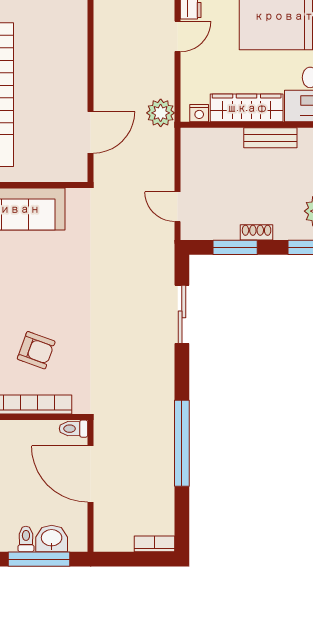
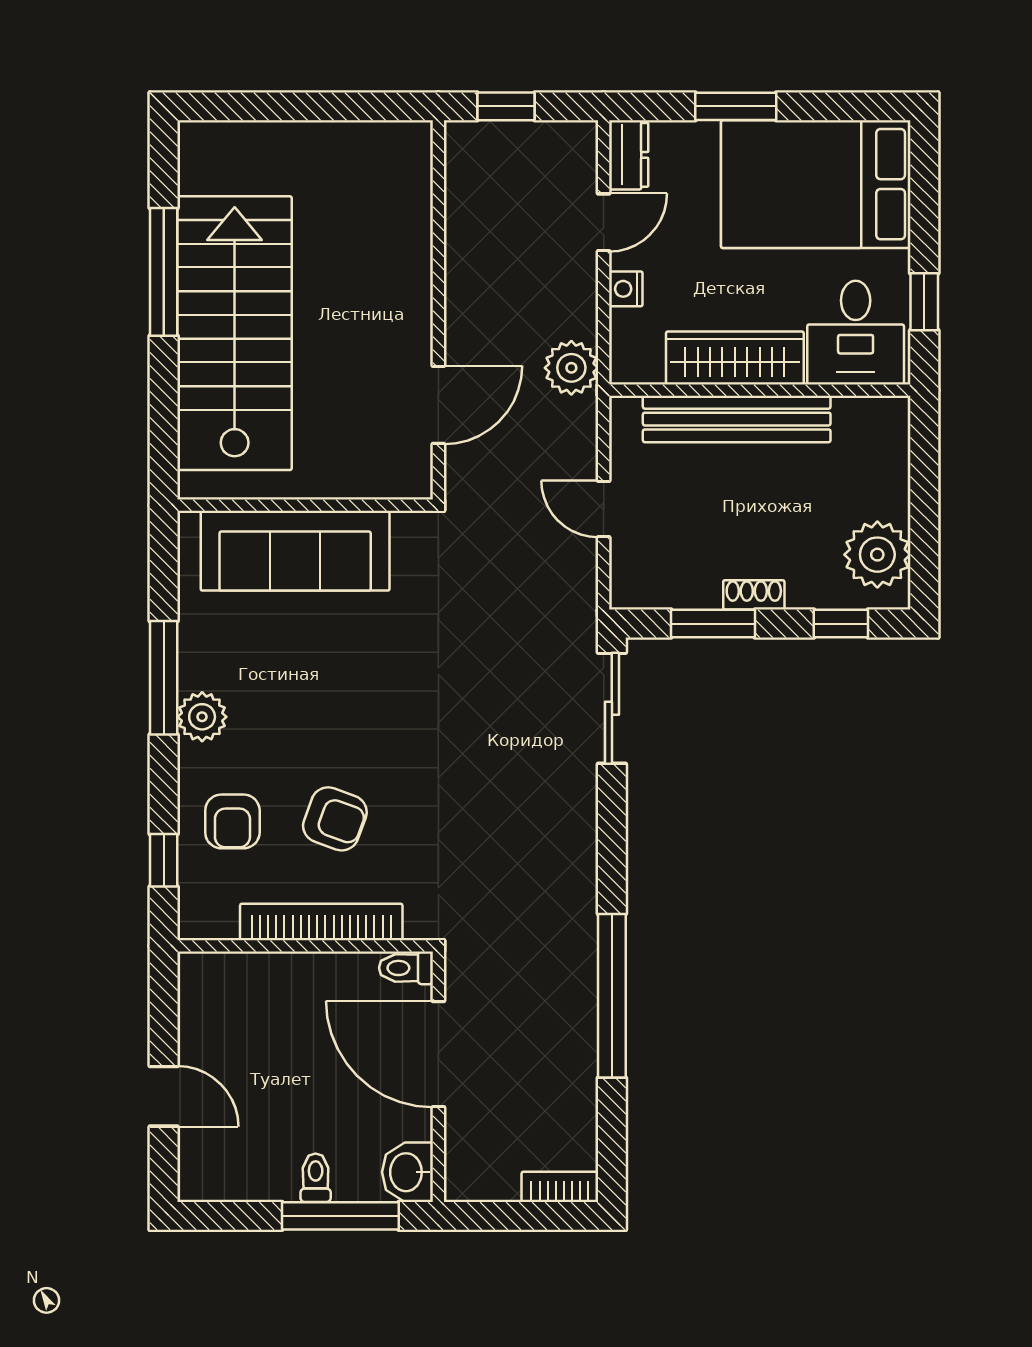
nightstand: (199, 113) -> (626, 289), moved, turned 90
bench: (270, 138) -> (737, 419), width x1.86, depth x1.21
door: (178, 207) -> (604, 509), moved
sliding door: (182, 314) -> (612, 708), moved
washbasin: (52, 539) -> (407, 1172), moved, turned -90

